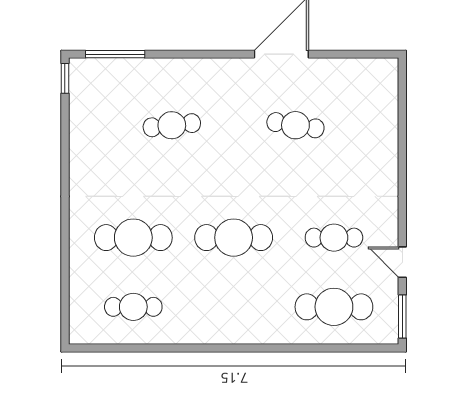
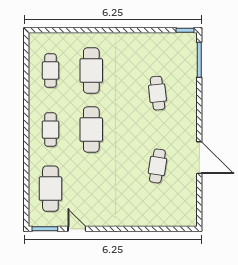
cafe table: (334, 238) -> (50, 130), moved
door: (402, 262) -> (77, 229), hinge flipped

